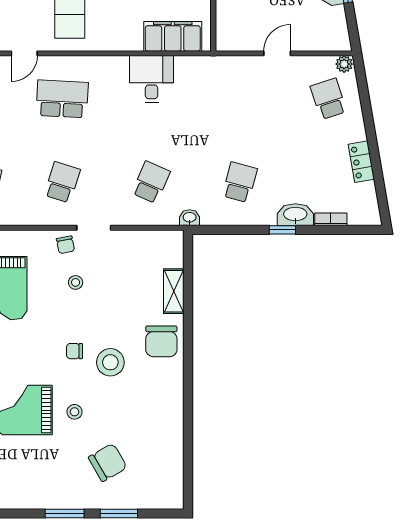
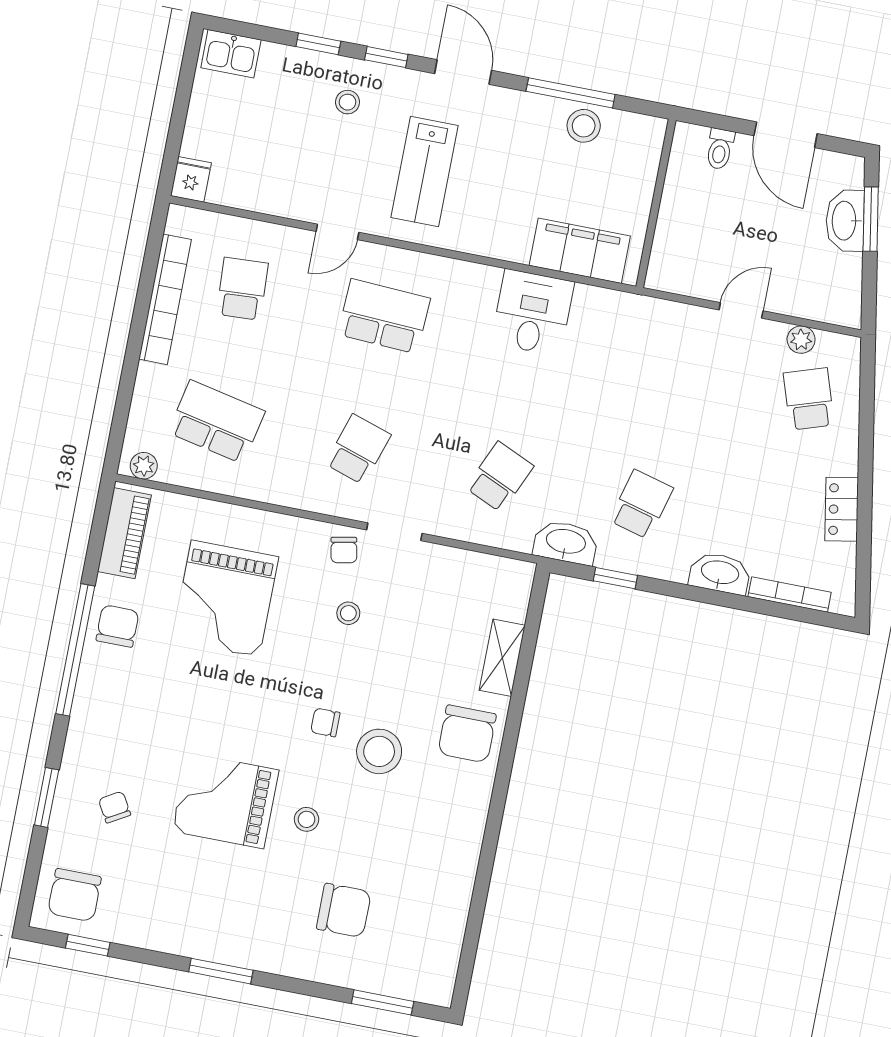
plant: (344, 64) -> (801, 340), moved
washbasin: (190, 218) -> (566, 542), width x1.91, depth x1.45
bookcase: (331, 219) -> (790, 594), width x1.56
window: (282, 230) -> (615, 578), moved
chair: (108, 462) -> (344, 910), turned 30
window: (65, 514) -> (221, 971), moved
window: (119, 514) -> (383, 1002), moved

